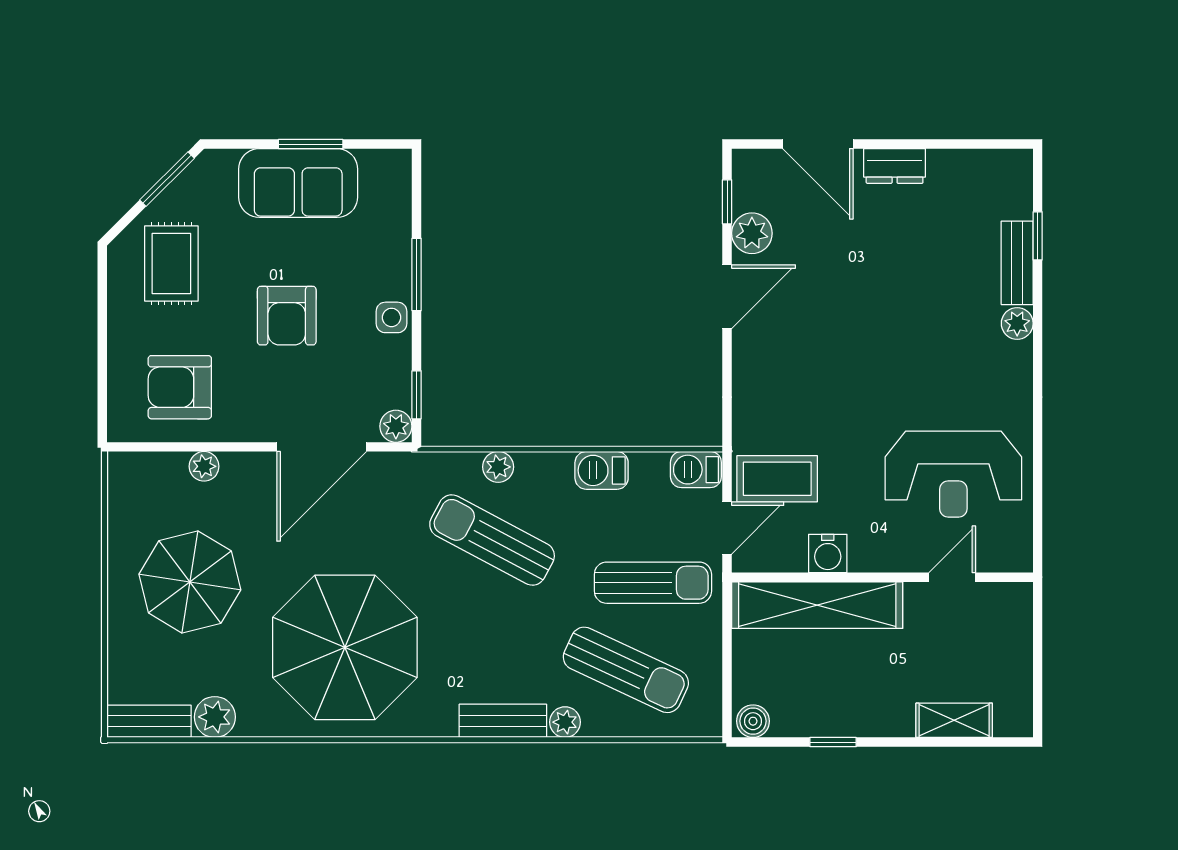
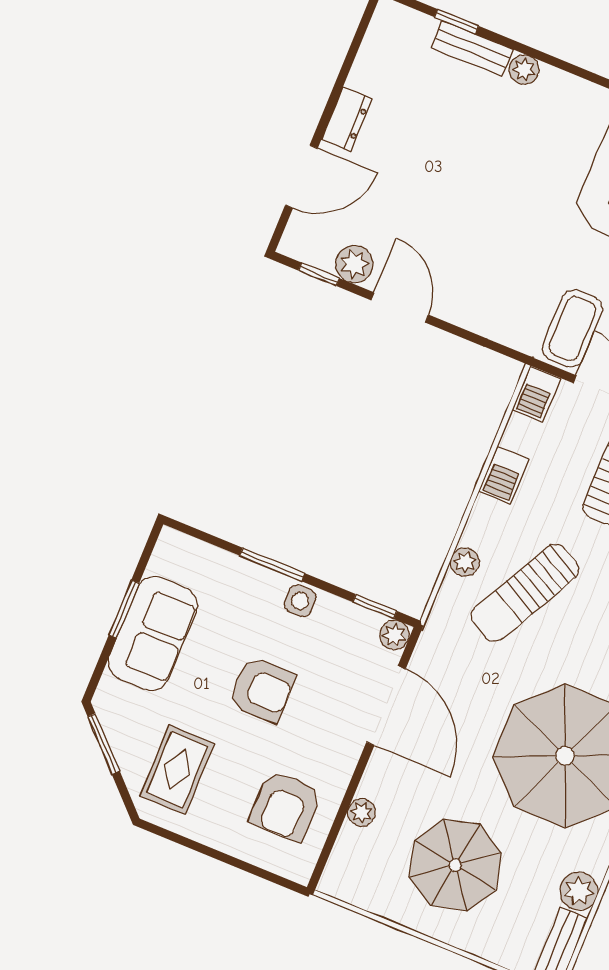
rug: (171, 263) -> (177, 770), turned 90

